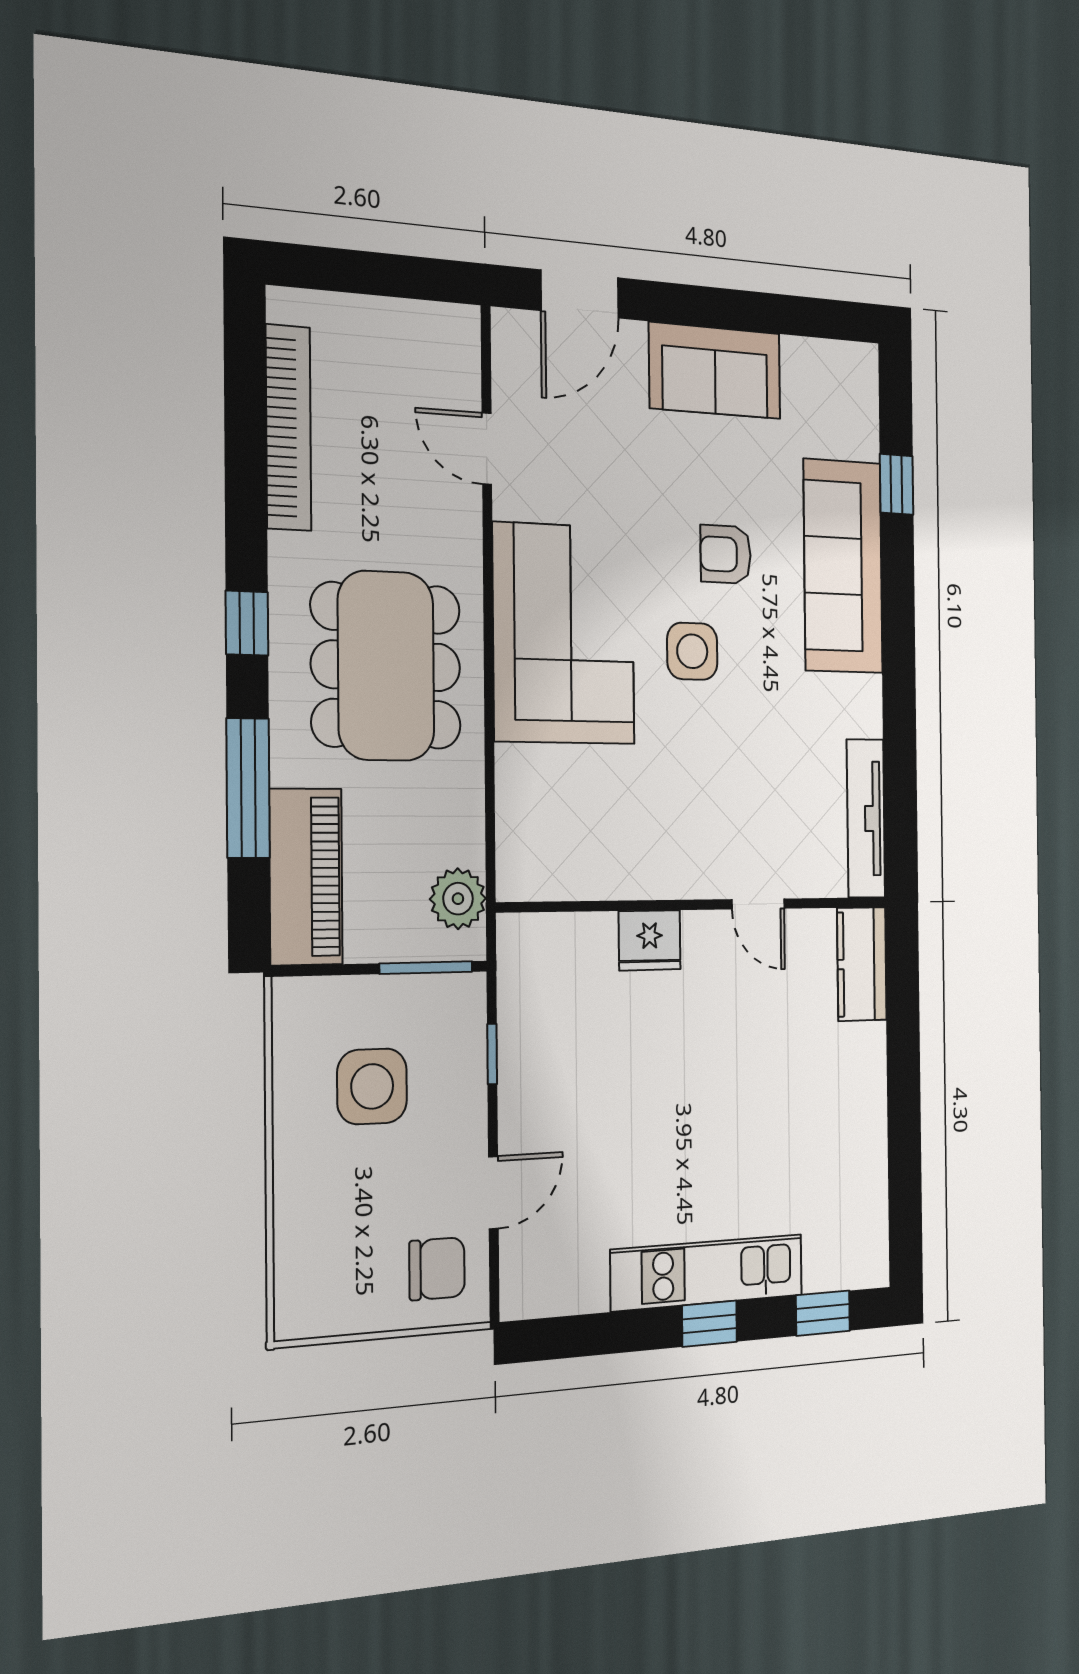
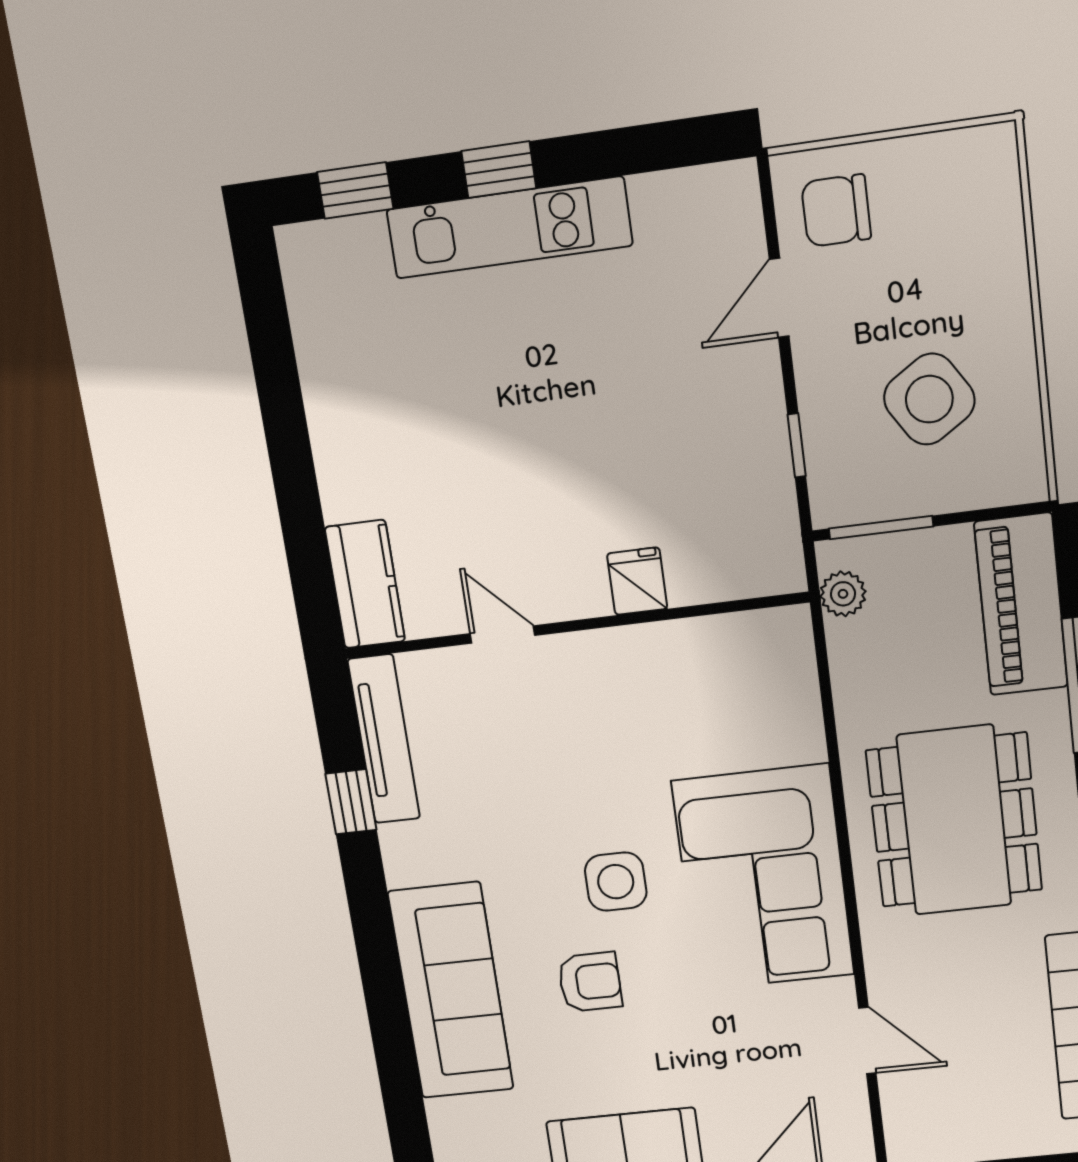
window: (897, 484) -> (351, 802), moved
plant: (458, 899) -> (843, 594), width x0.73, depth x0.73
fridge: (650, 940) -> (637, 581), width x0.72
side table: (372, 1086) -> (929, 399), turned -33

